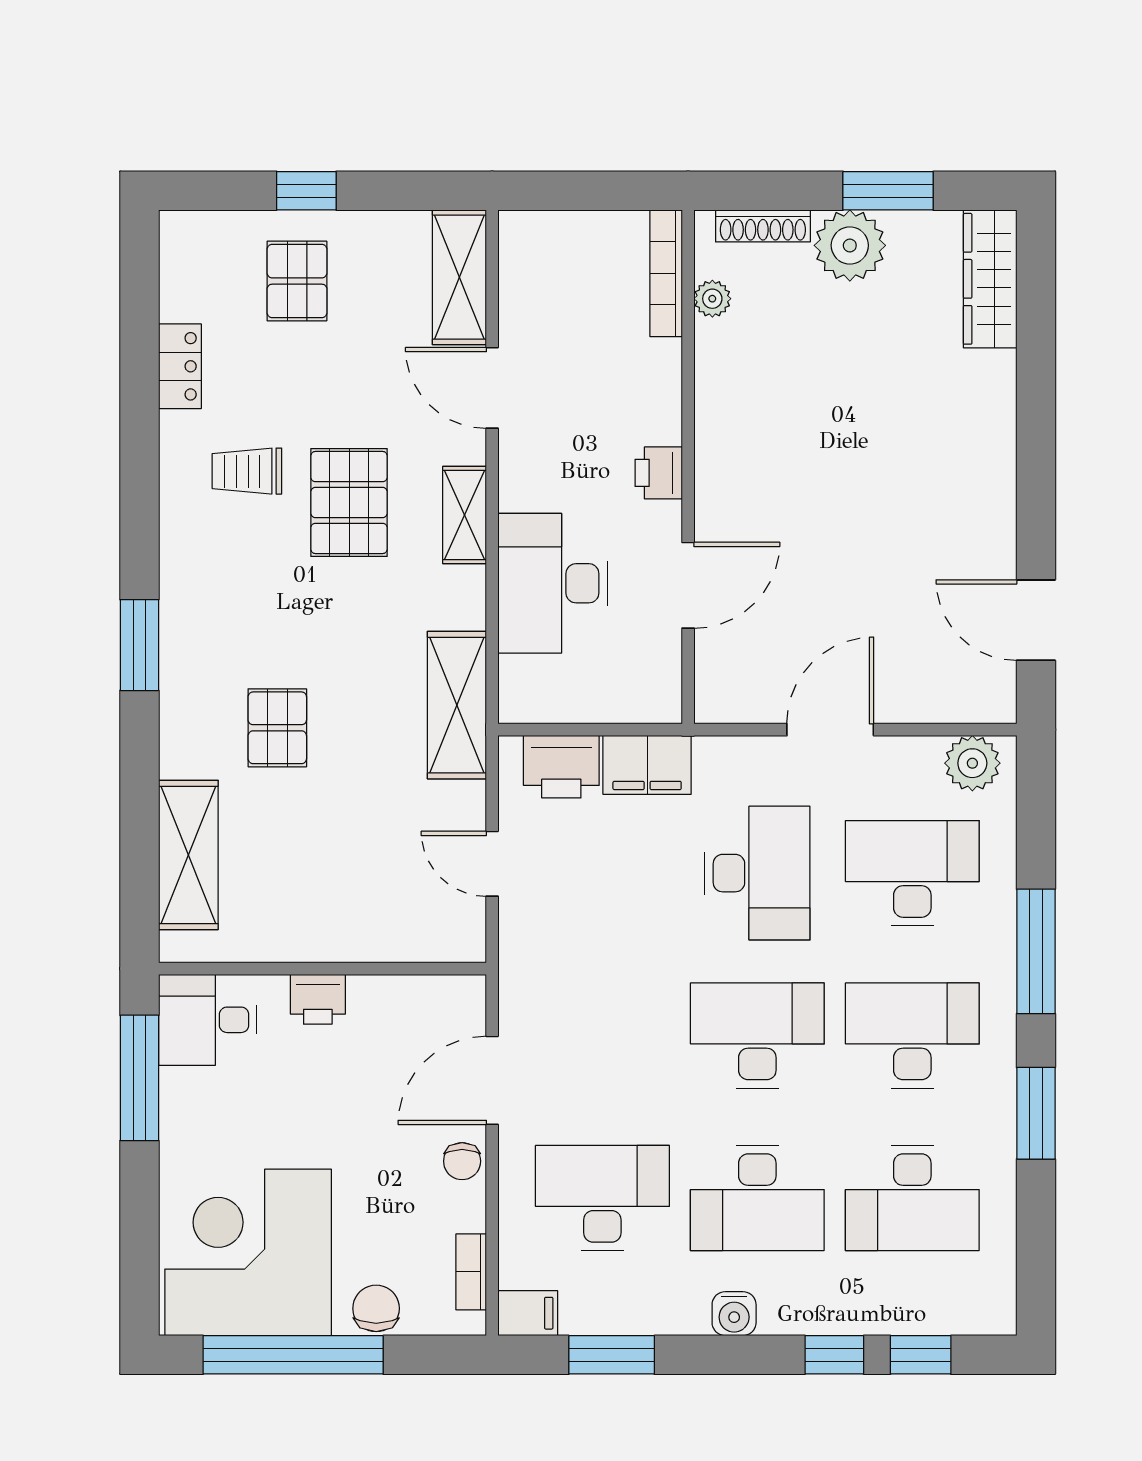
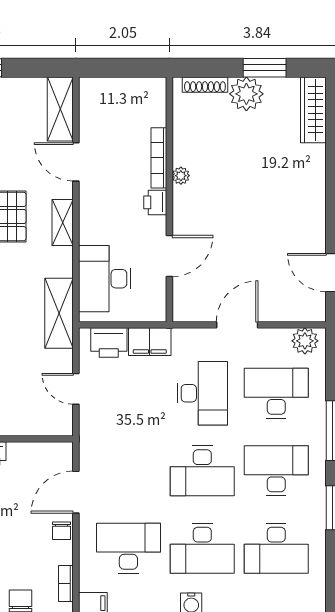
bookcase: (666, 273) -> (159, 158), moved
plant: (712, 299) -> (181, 176), moved
desk: (553, 583) -> (105, 279), moved
desk: (757, 1036) -> (202, 471), turned 180

